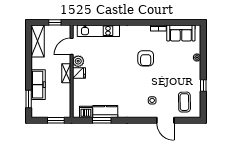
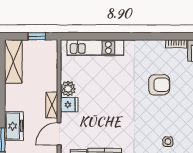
door: (72, 46) -> (59, 134), moved
armchair: (146, 58) -> (159, 85), turned -90
freezer: (38, 85) -> (14, 126), width x0.71

